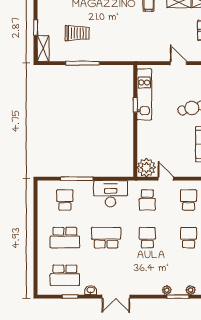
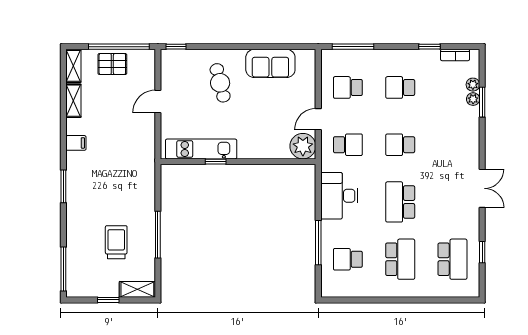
washbasin: (91, 290) -> (473, 223), removed
plant: (167, 290) -> (473, 99), moved

